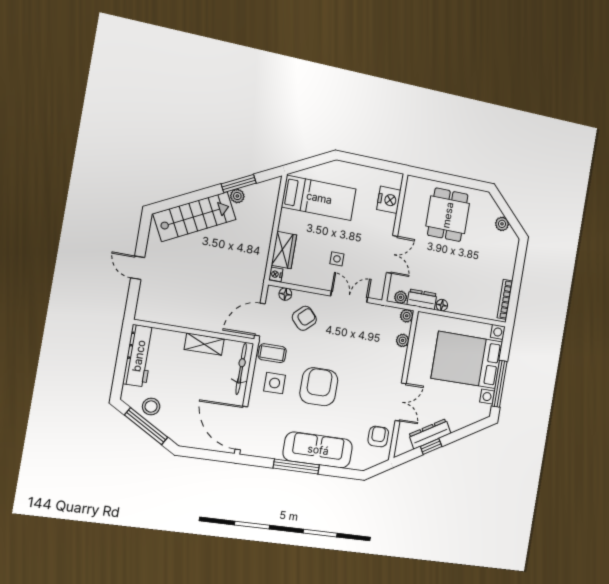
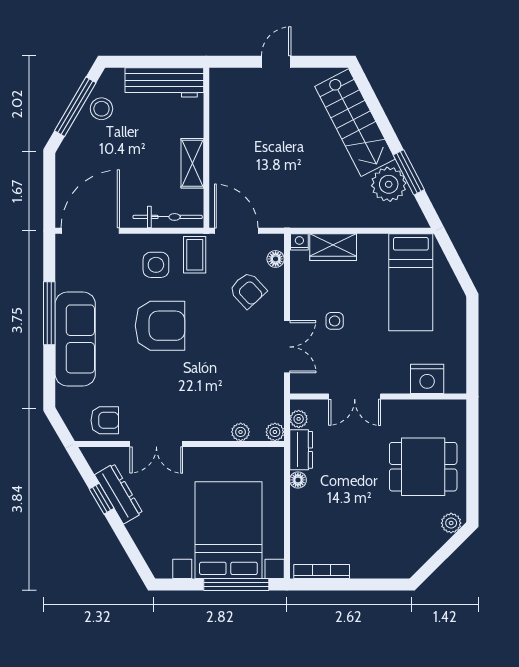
plant: (237, 196) -> (389, 184), width x1.88, depth x1.88
plant: (502, 224) -> (451, 523), moved
window: (500, 384) -> (236, 584), moved

